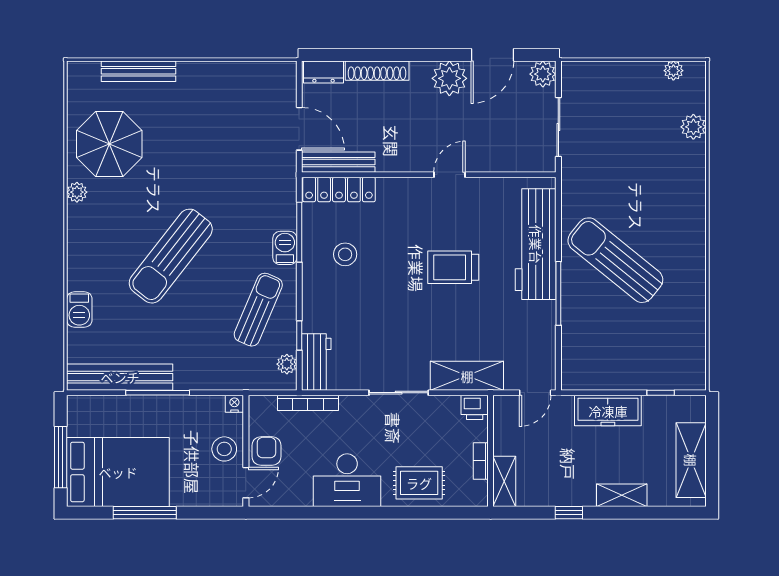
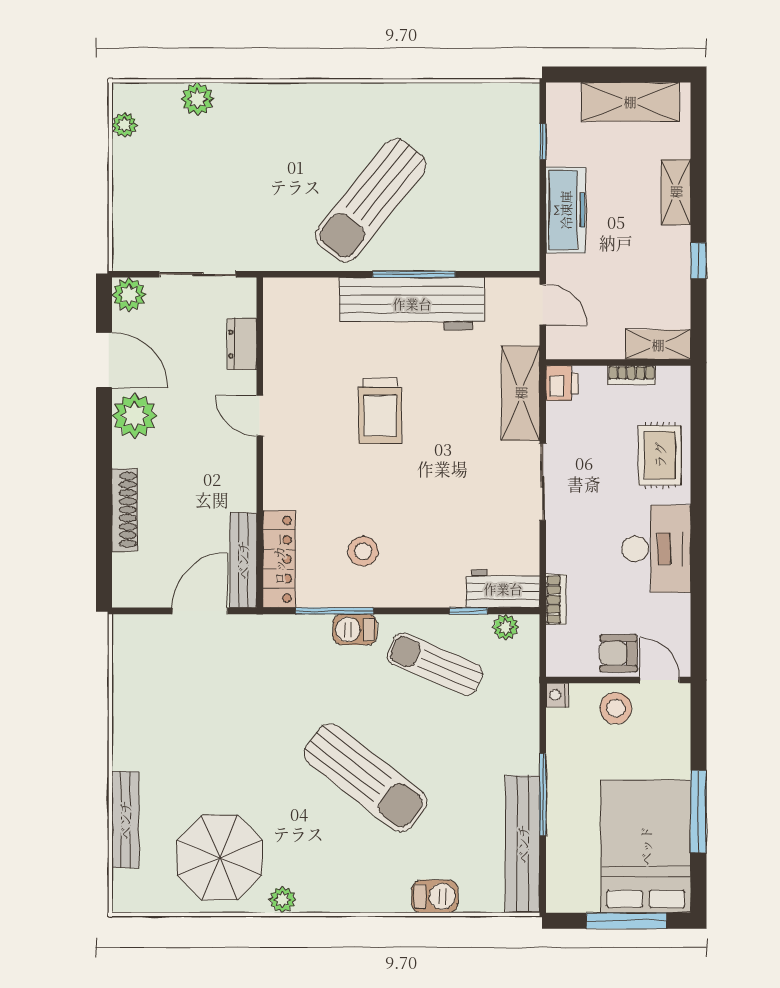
dresser: (323, 72) -> (242, 344), moved, turned 180
workbench: (536, 244) -> (412, 304), moved
bookcase: (308, 403) -> (556, 599), width x0.64

